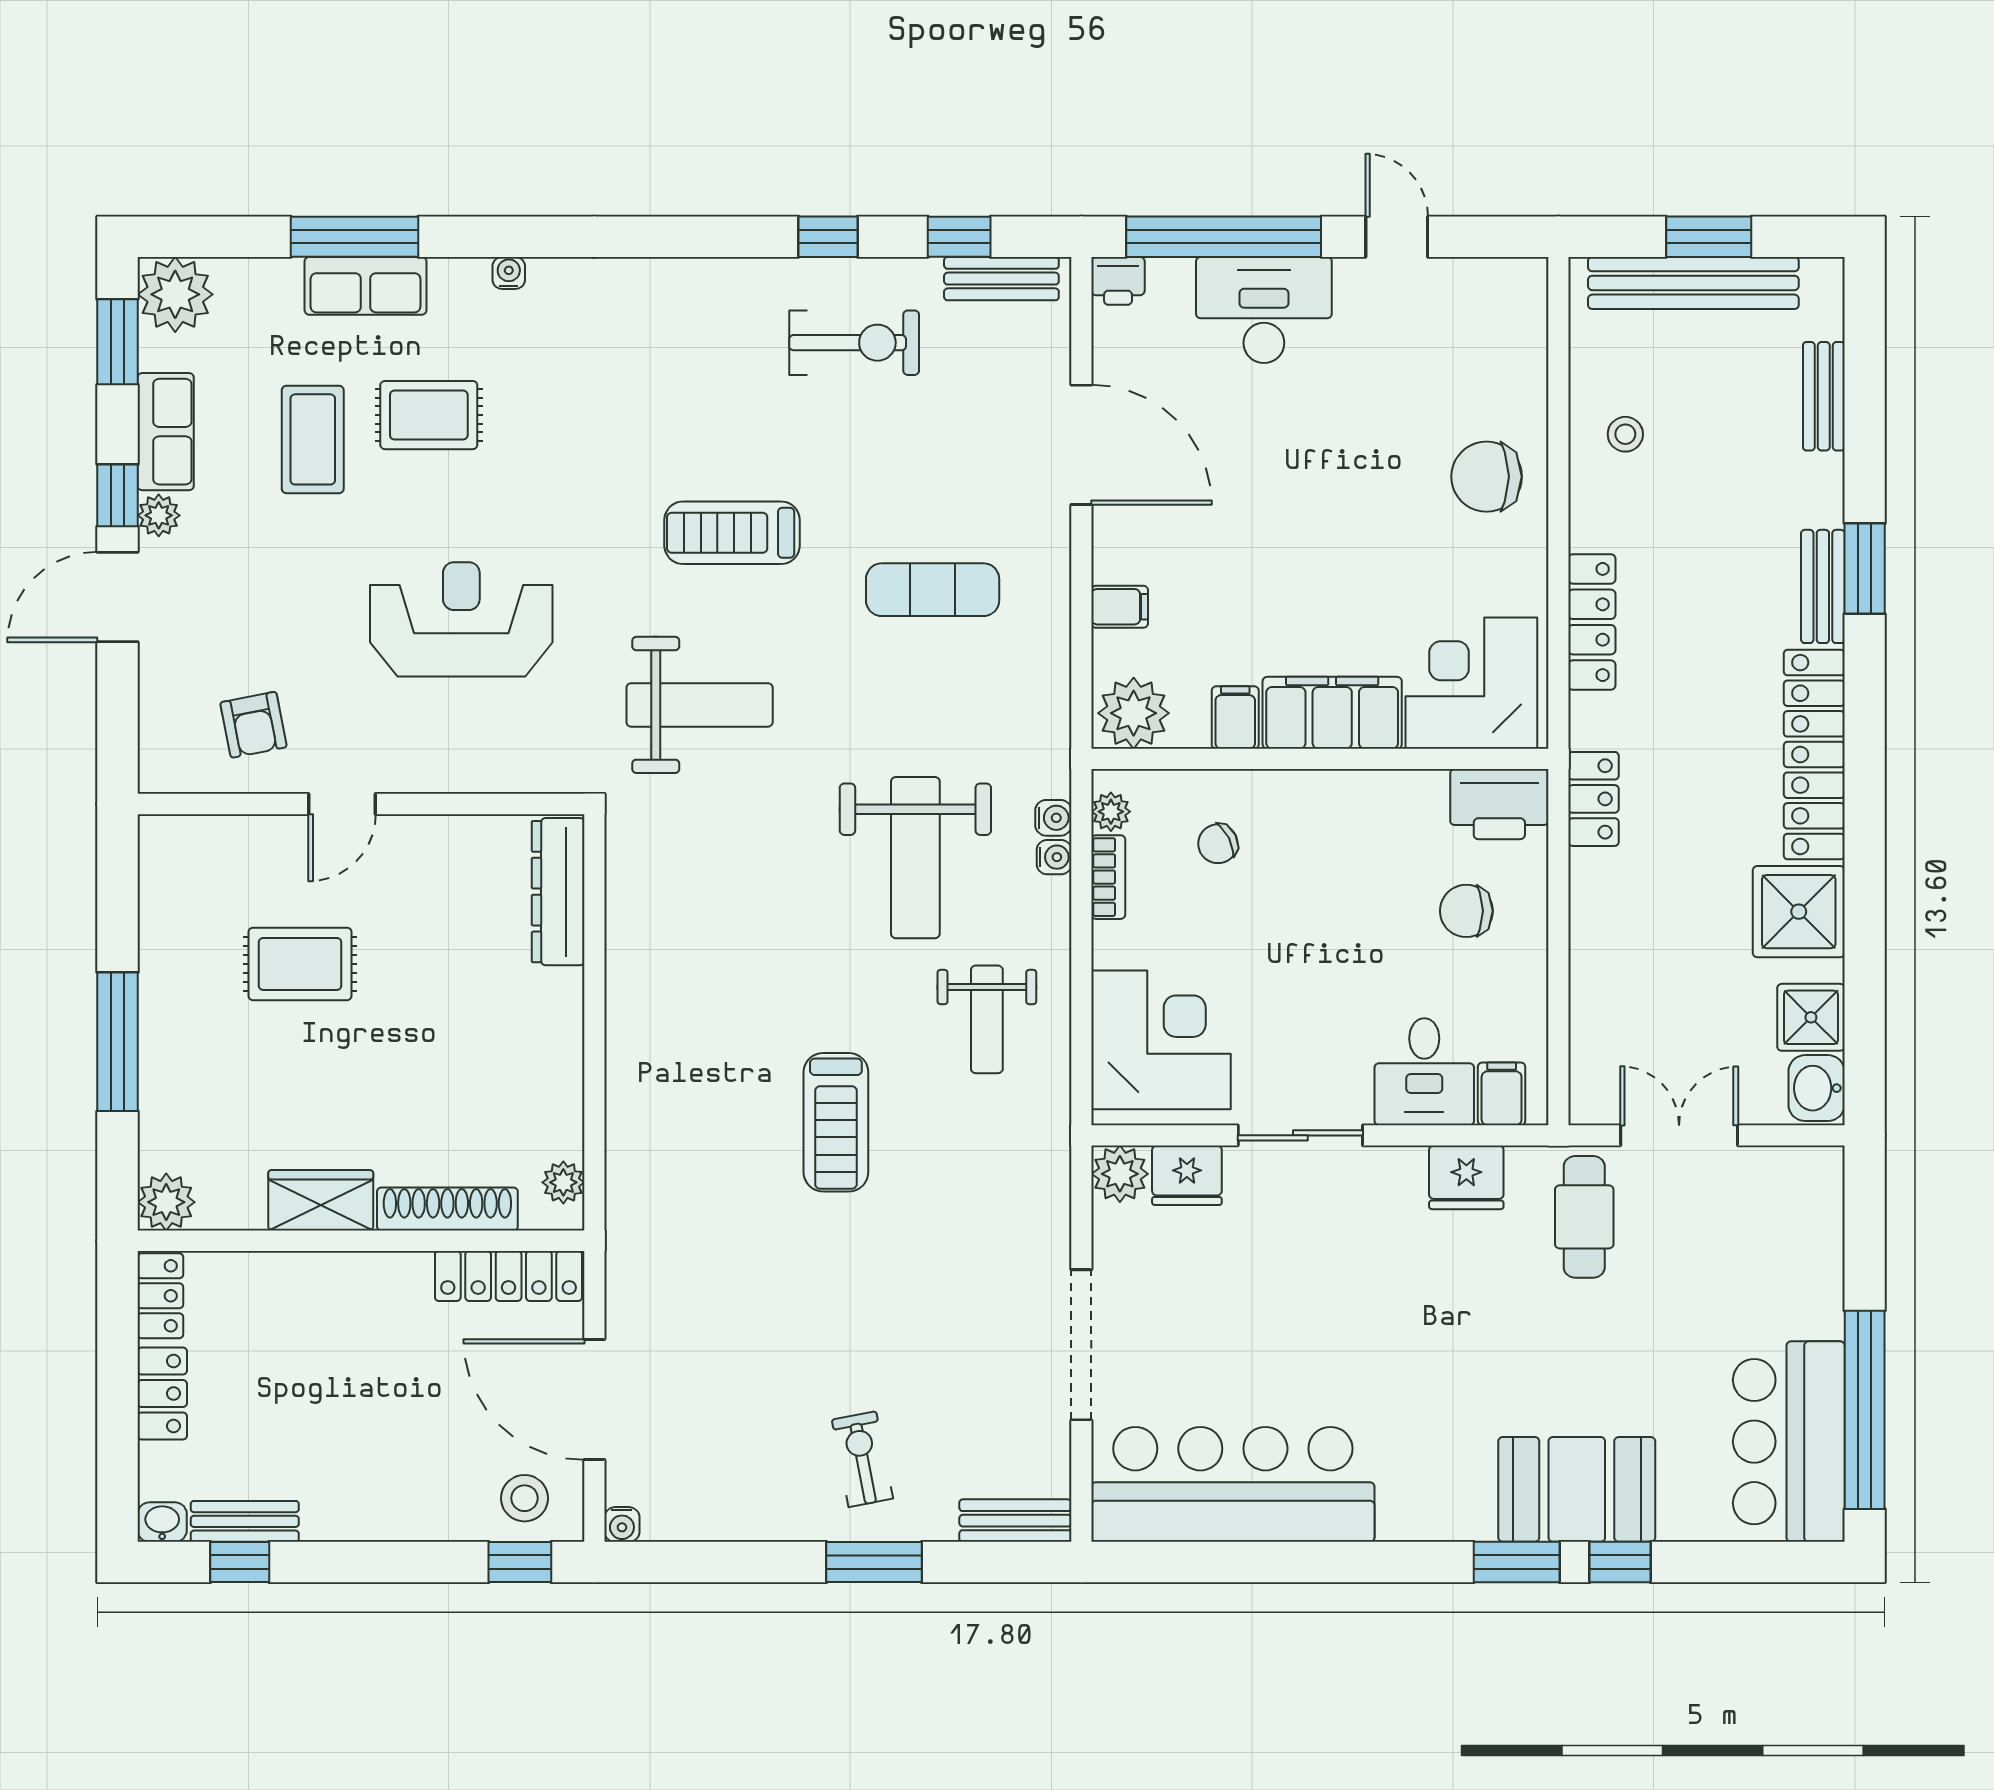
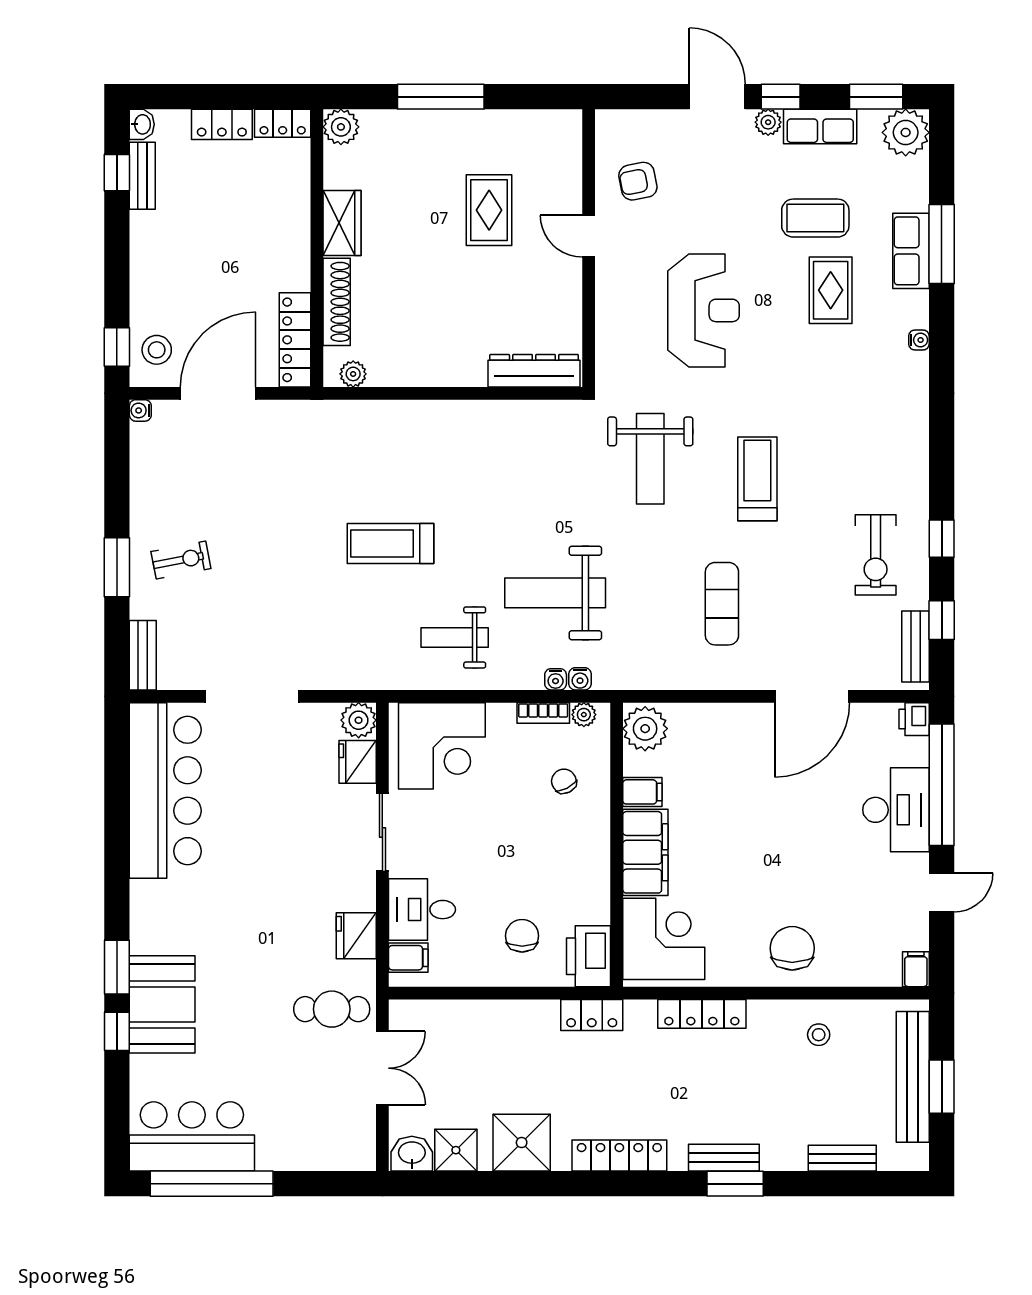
filing cabinet: (1120, 607) -> (916, 969), moved, turned 180
locker: (1814, 755) -> (619, 1155), width x0.71, depth x0.83

